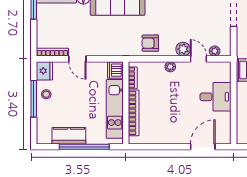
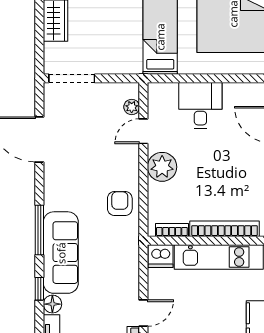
armchair: (150, 43) -> (120, 203), turned 180
plant: (183, 49) -> (129, 154), removed
plant: (170, 67) -> (162, 167), width x1.87, depth x1.87

